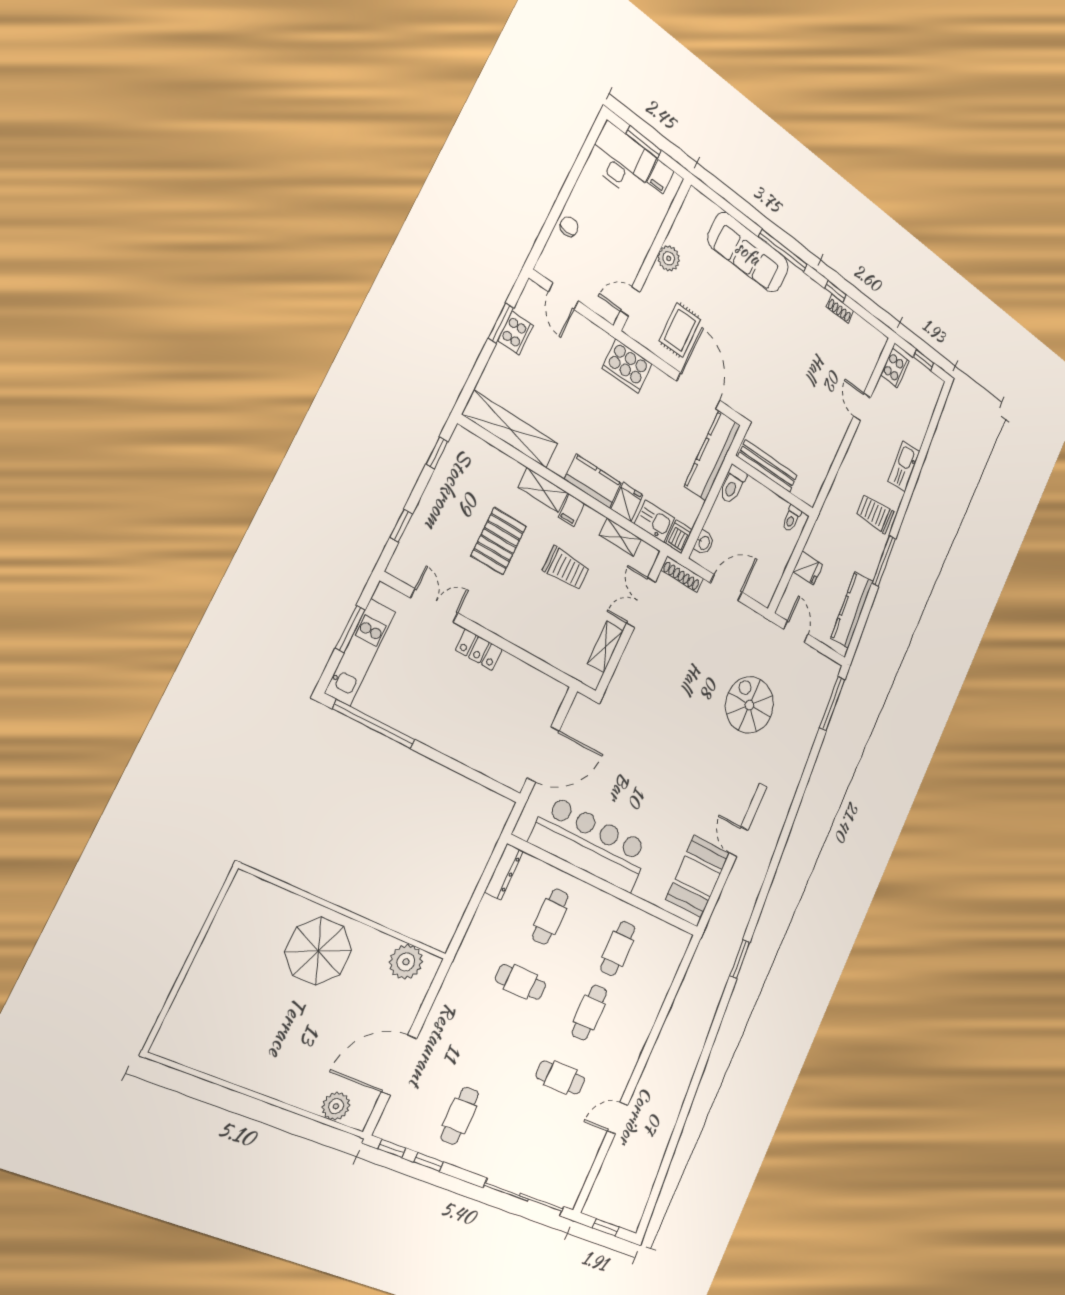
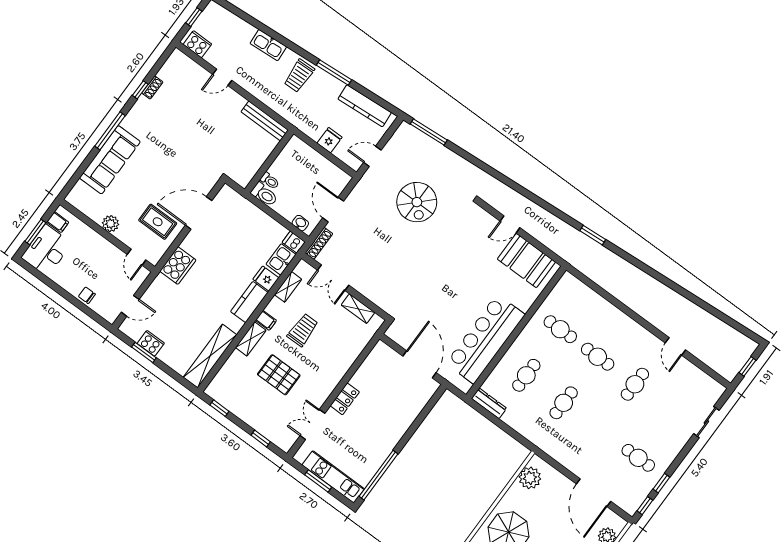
kitchen counter: (712, 456) -> (243, 208), removed
bench: (768, 466) -> (265, 121), moved, turned 90
toilet: (792, 518) -> (270, 181), moved
spiral stairs: (749, 705) -> (417, 202), turned -90
cafe table: (550, 917) -> (526, 375), turned 90
sliding door: (524, 1197) -> (706, 422), width x0.54

